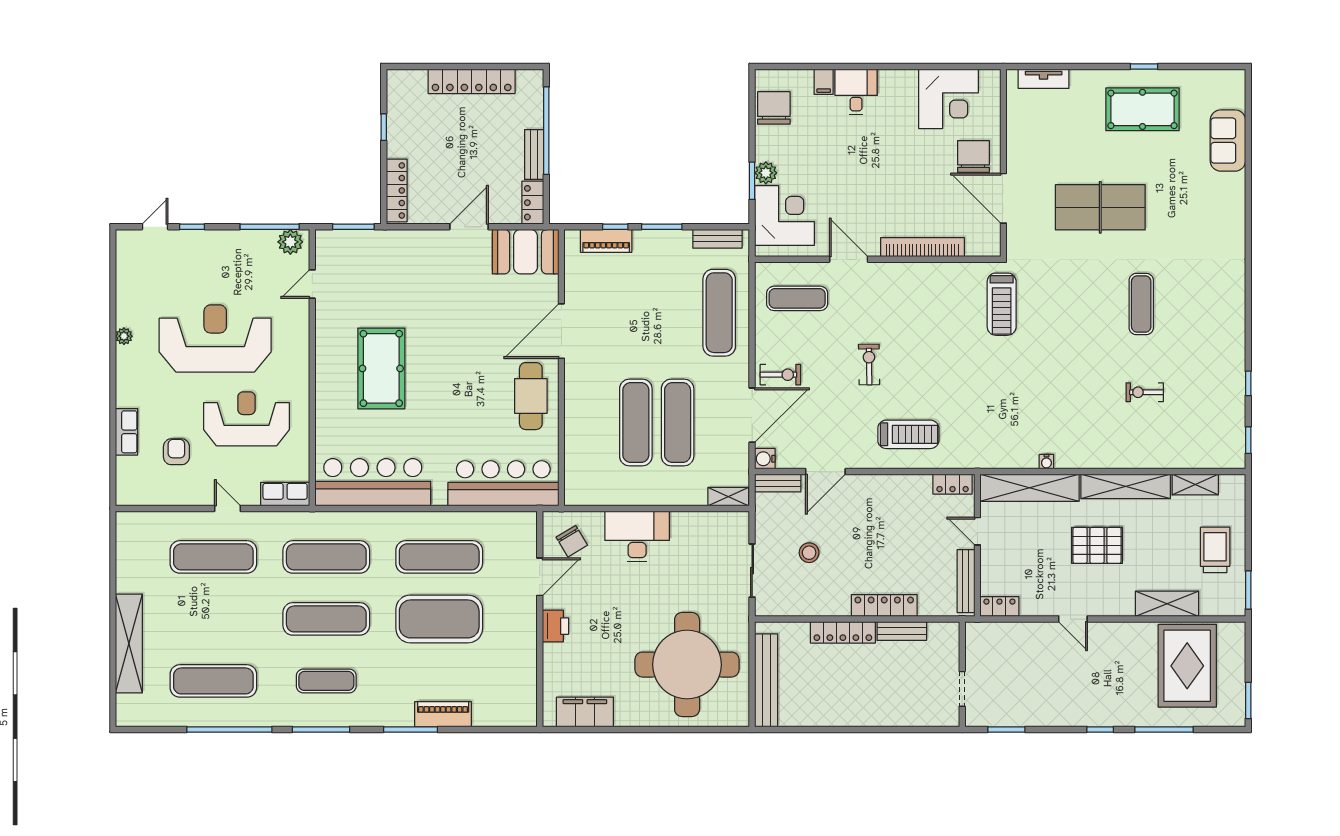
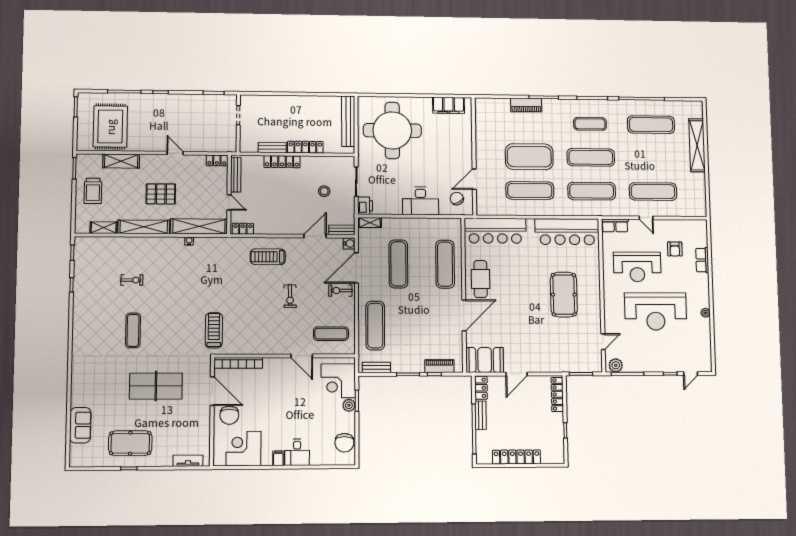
filing cabinet: (824, 82) -> (278, 458), moved
bookcase: (922, 247) -> (238, 363), moved
exercise mat: (636, 423) -> (445, 264), moved
printer: (555, 626) -> (365, 206), moved, turned 180

